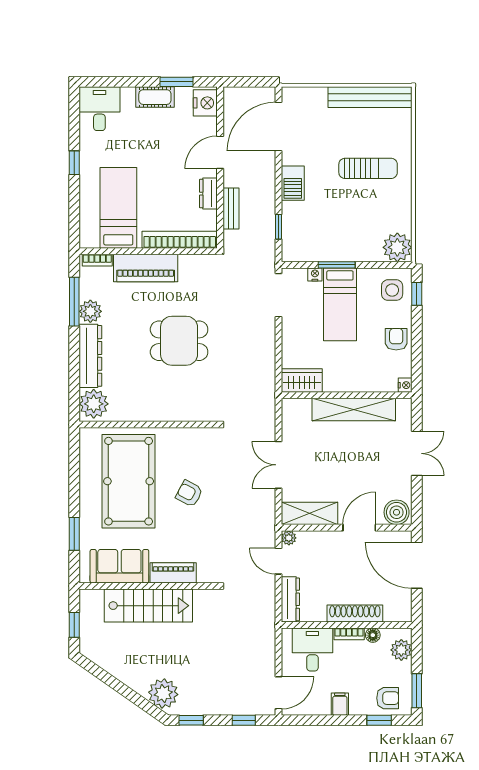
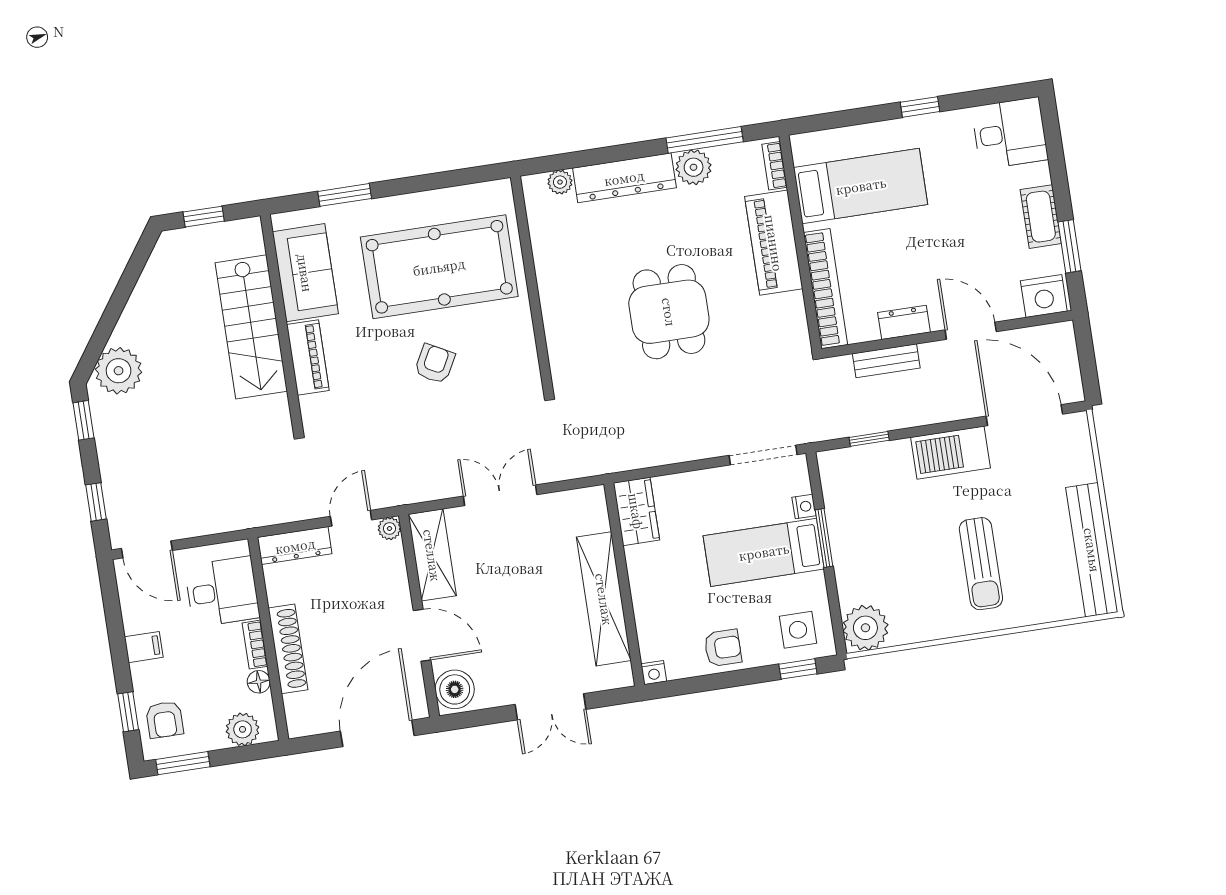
barbecue: (293, 183) -> (951, 453), width x1.37, depth x1.21
plant: (94, 404) -> (560, 182), width x0.53, depth x0.53

